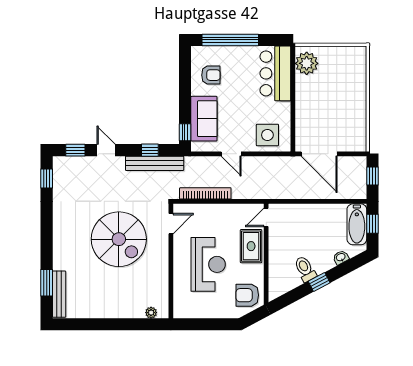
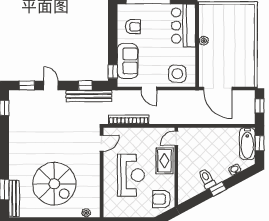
plant: (307, 63) -> (204, 41), moved, width x0.53, depth x0.53
spiral stairs: (119, 239) -> (54, 184), moved

